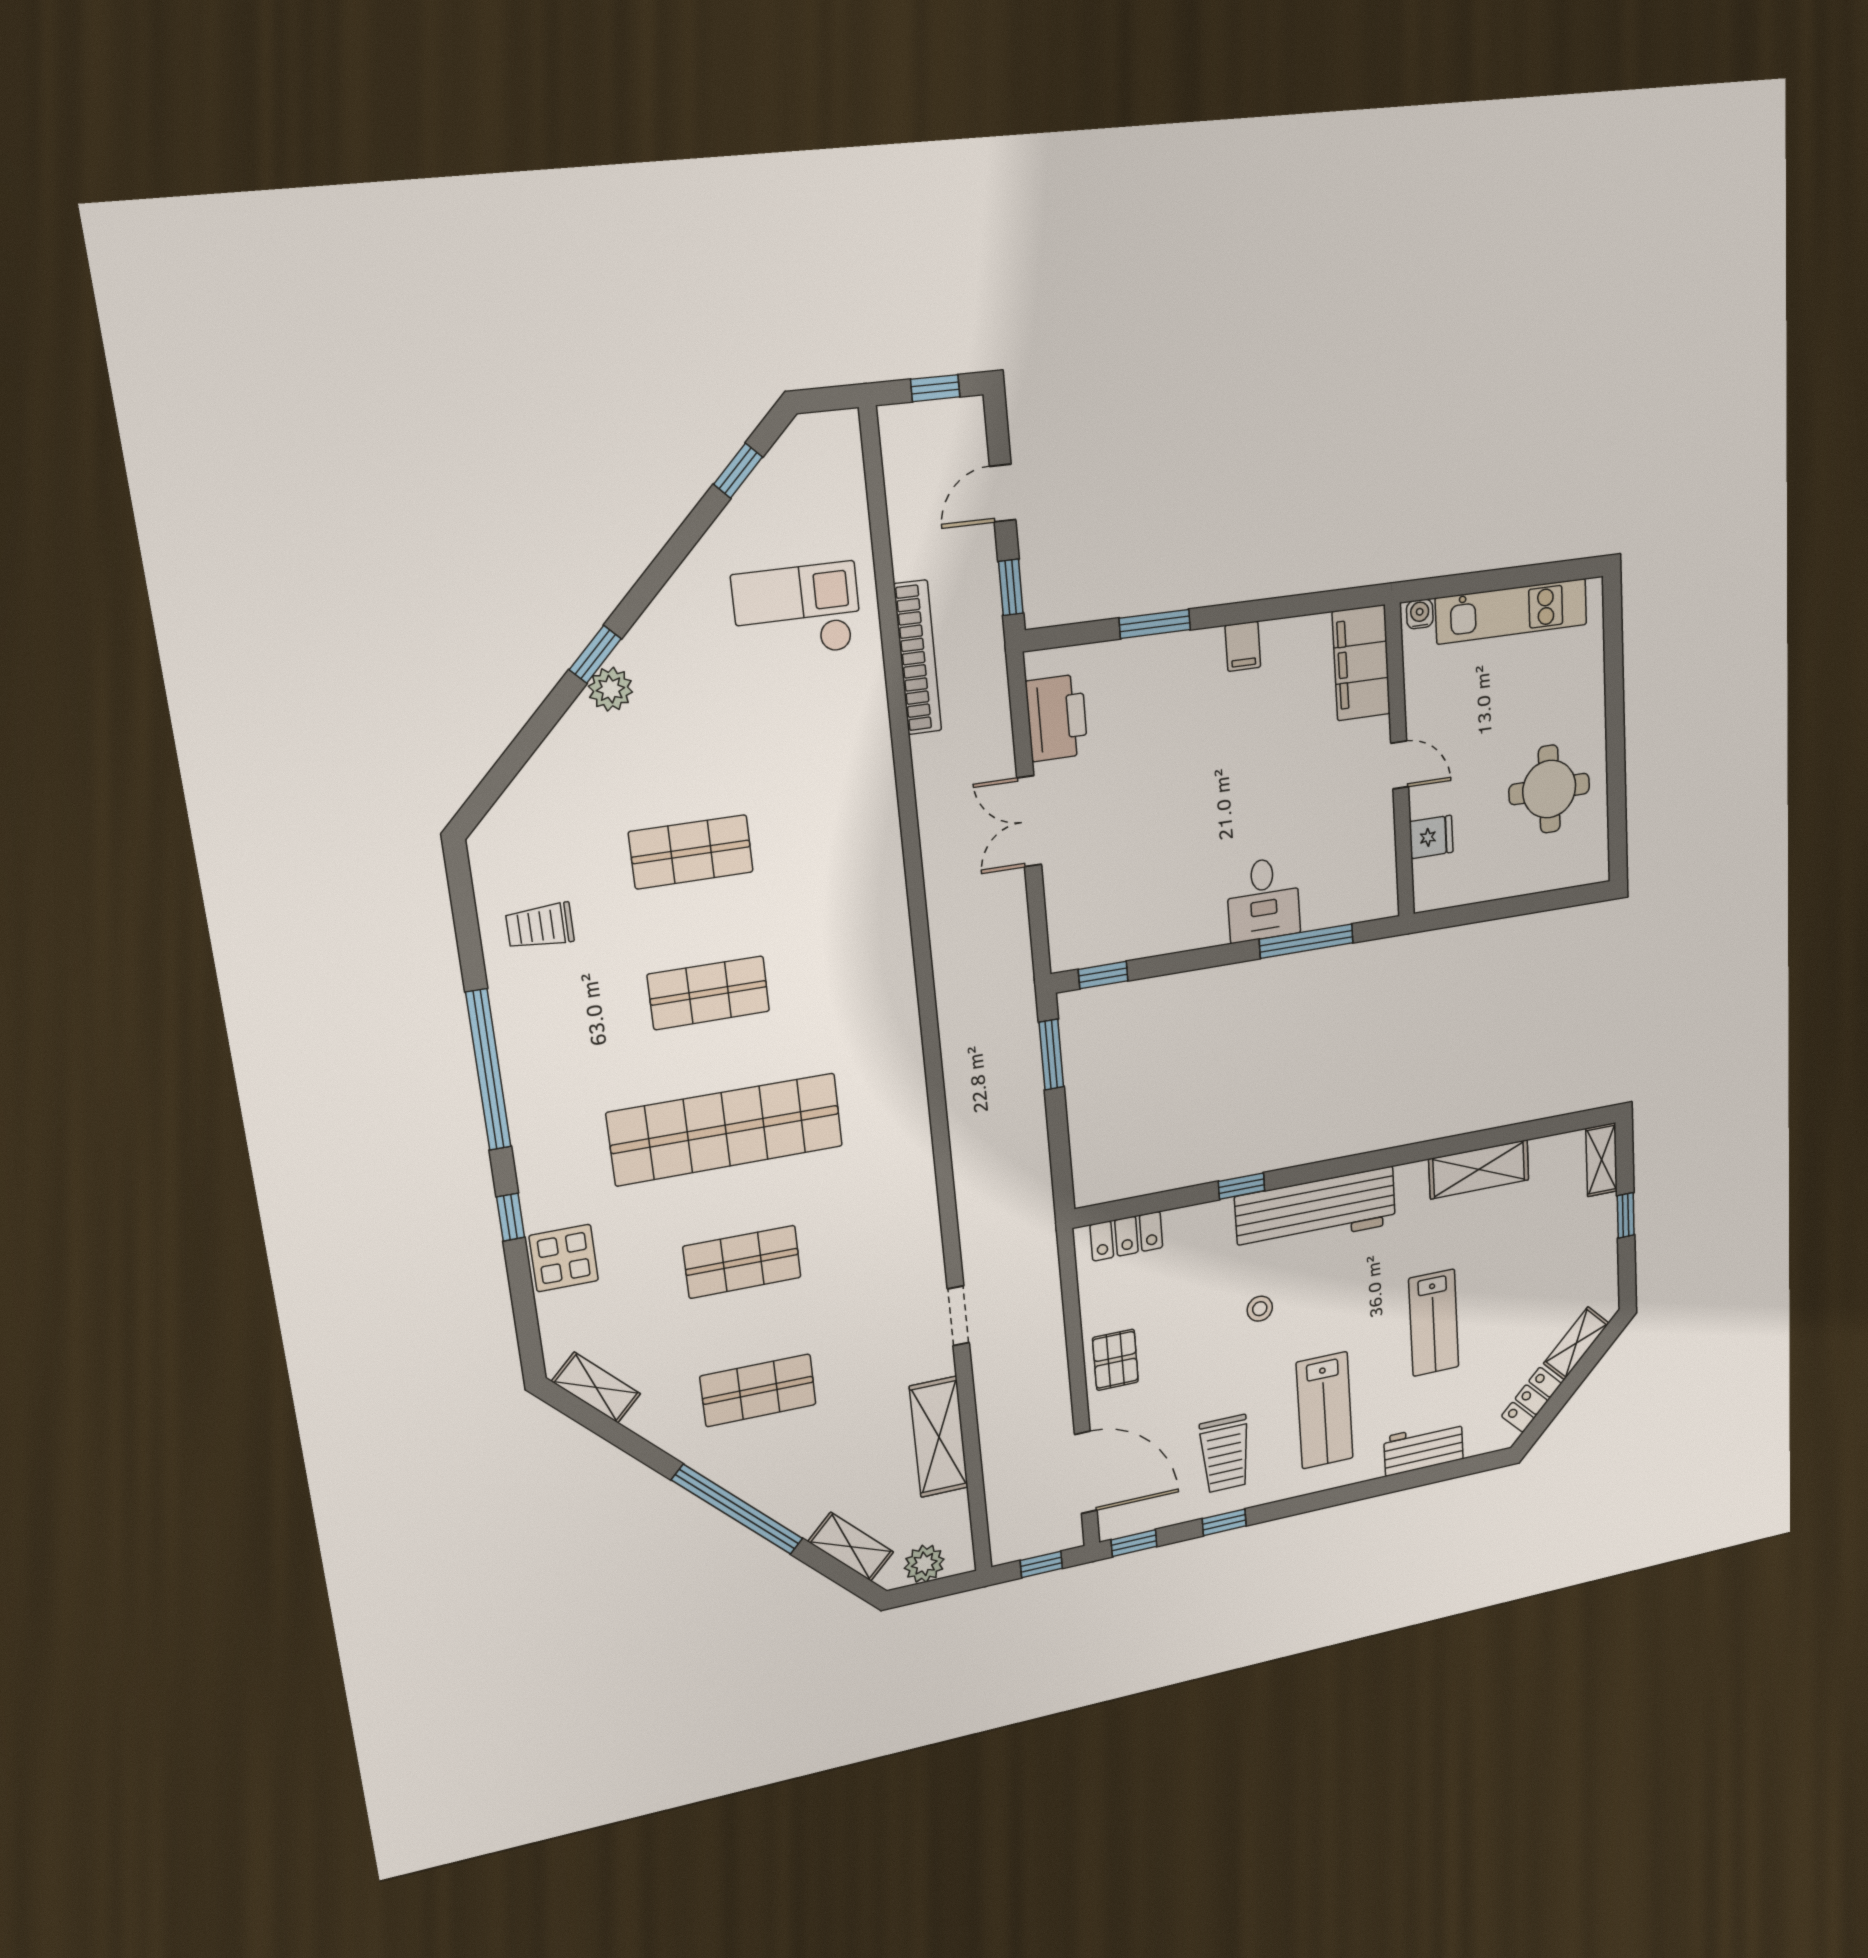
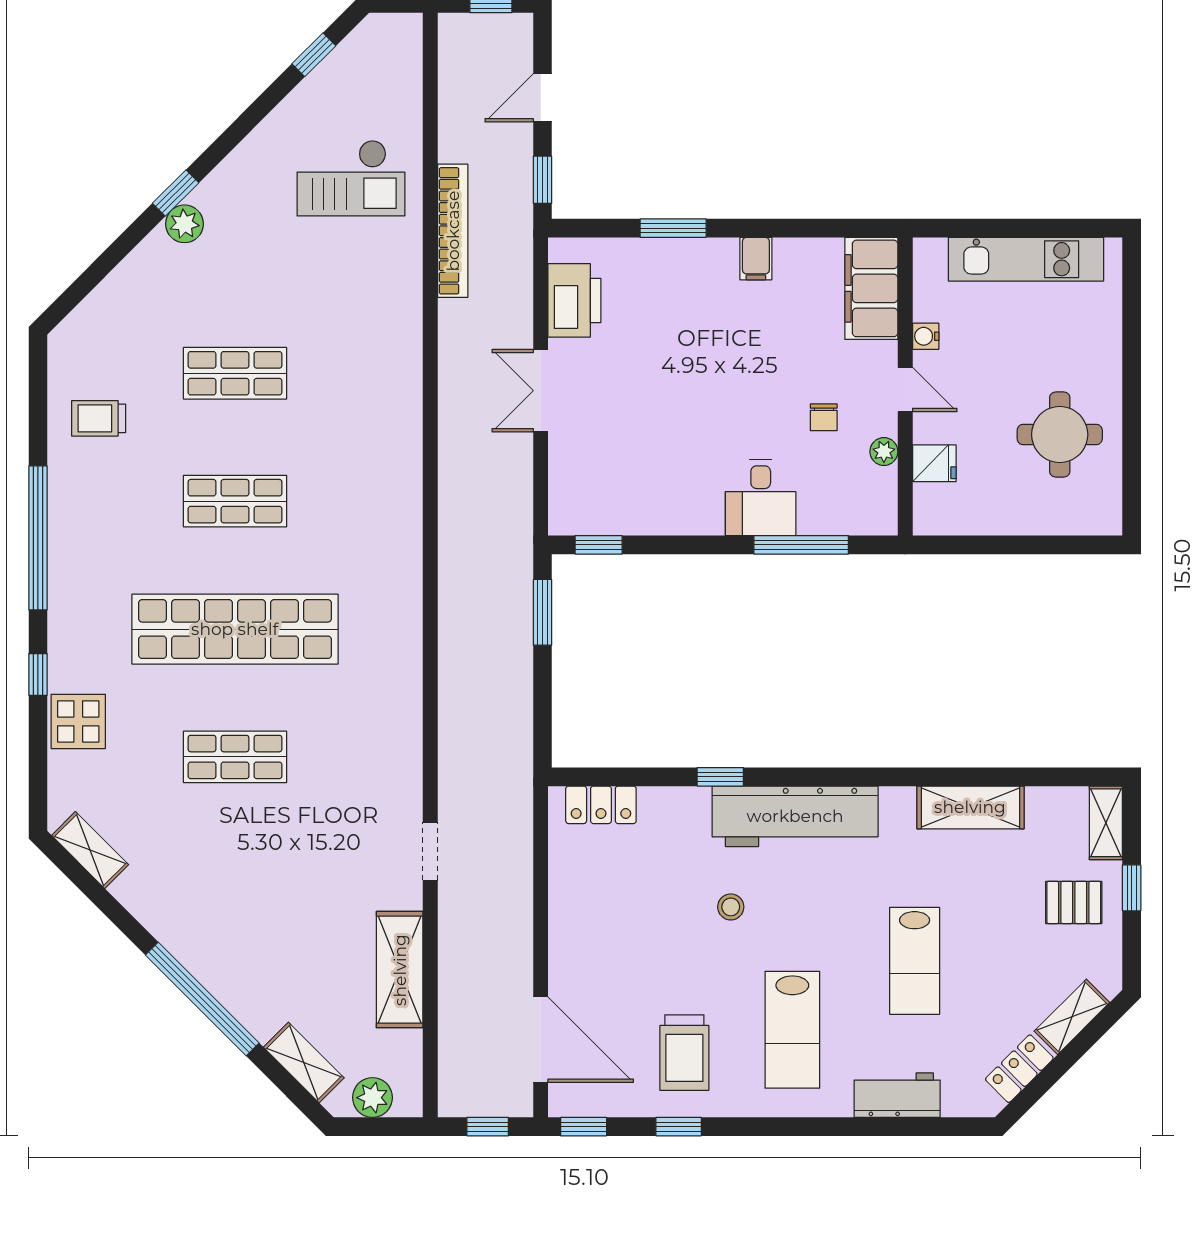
checkout: (797, 612) -> (351, 178), turned 180
water cooler: (1420, 614) -> (926, 336), moved, turned -90
chair: (1321, 806) -> (824, 417), added
plant: (1382, 833) -> (884, 452), added
pallet: (1115, 1360) -> (1074, 902), moved, turned 90
shop shelf: (758, 1390) -> (235, 885), removed

